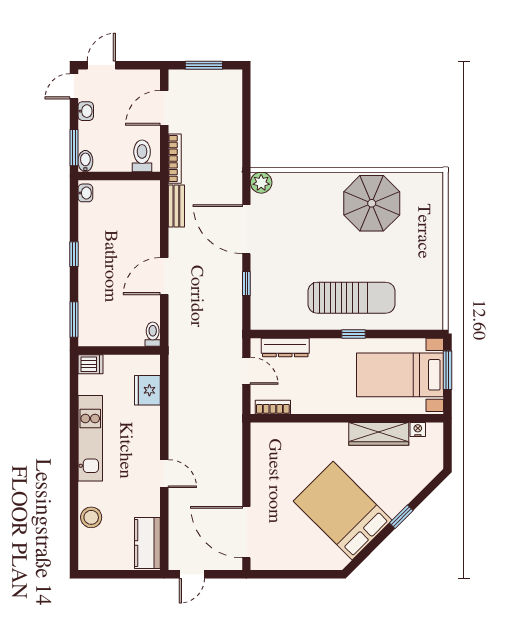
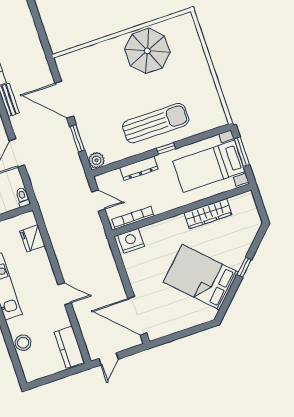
plant: (261, 183) -> (96, 160), moved
window: (246, 283) -> (77, 138), width x1.50
dresser: (285, 347) -> (139, 168), moved
bookcase: (273, 407) -> (133, 218), width x1.56
nightstand: (418, 429) -> (131, 241), moved, width x1.89, depth x1.79

